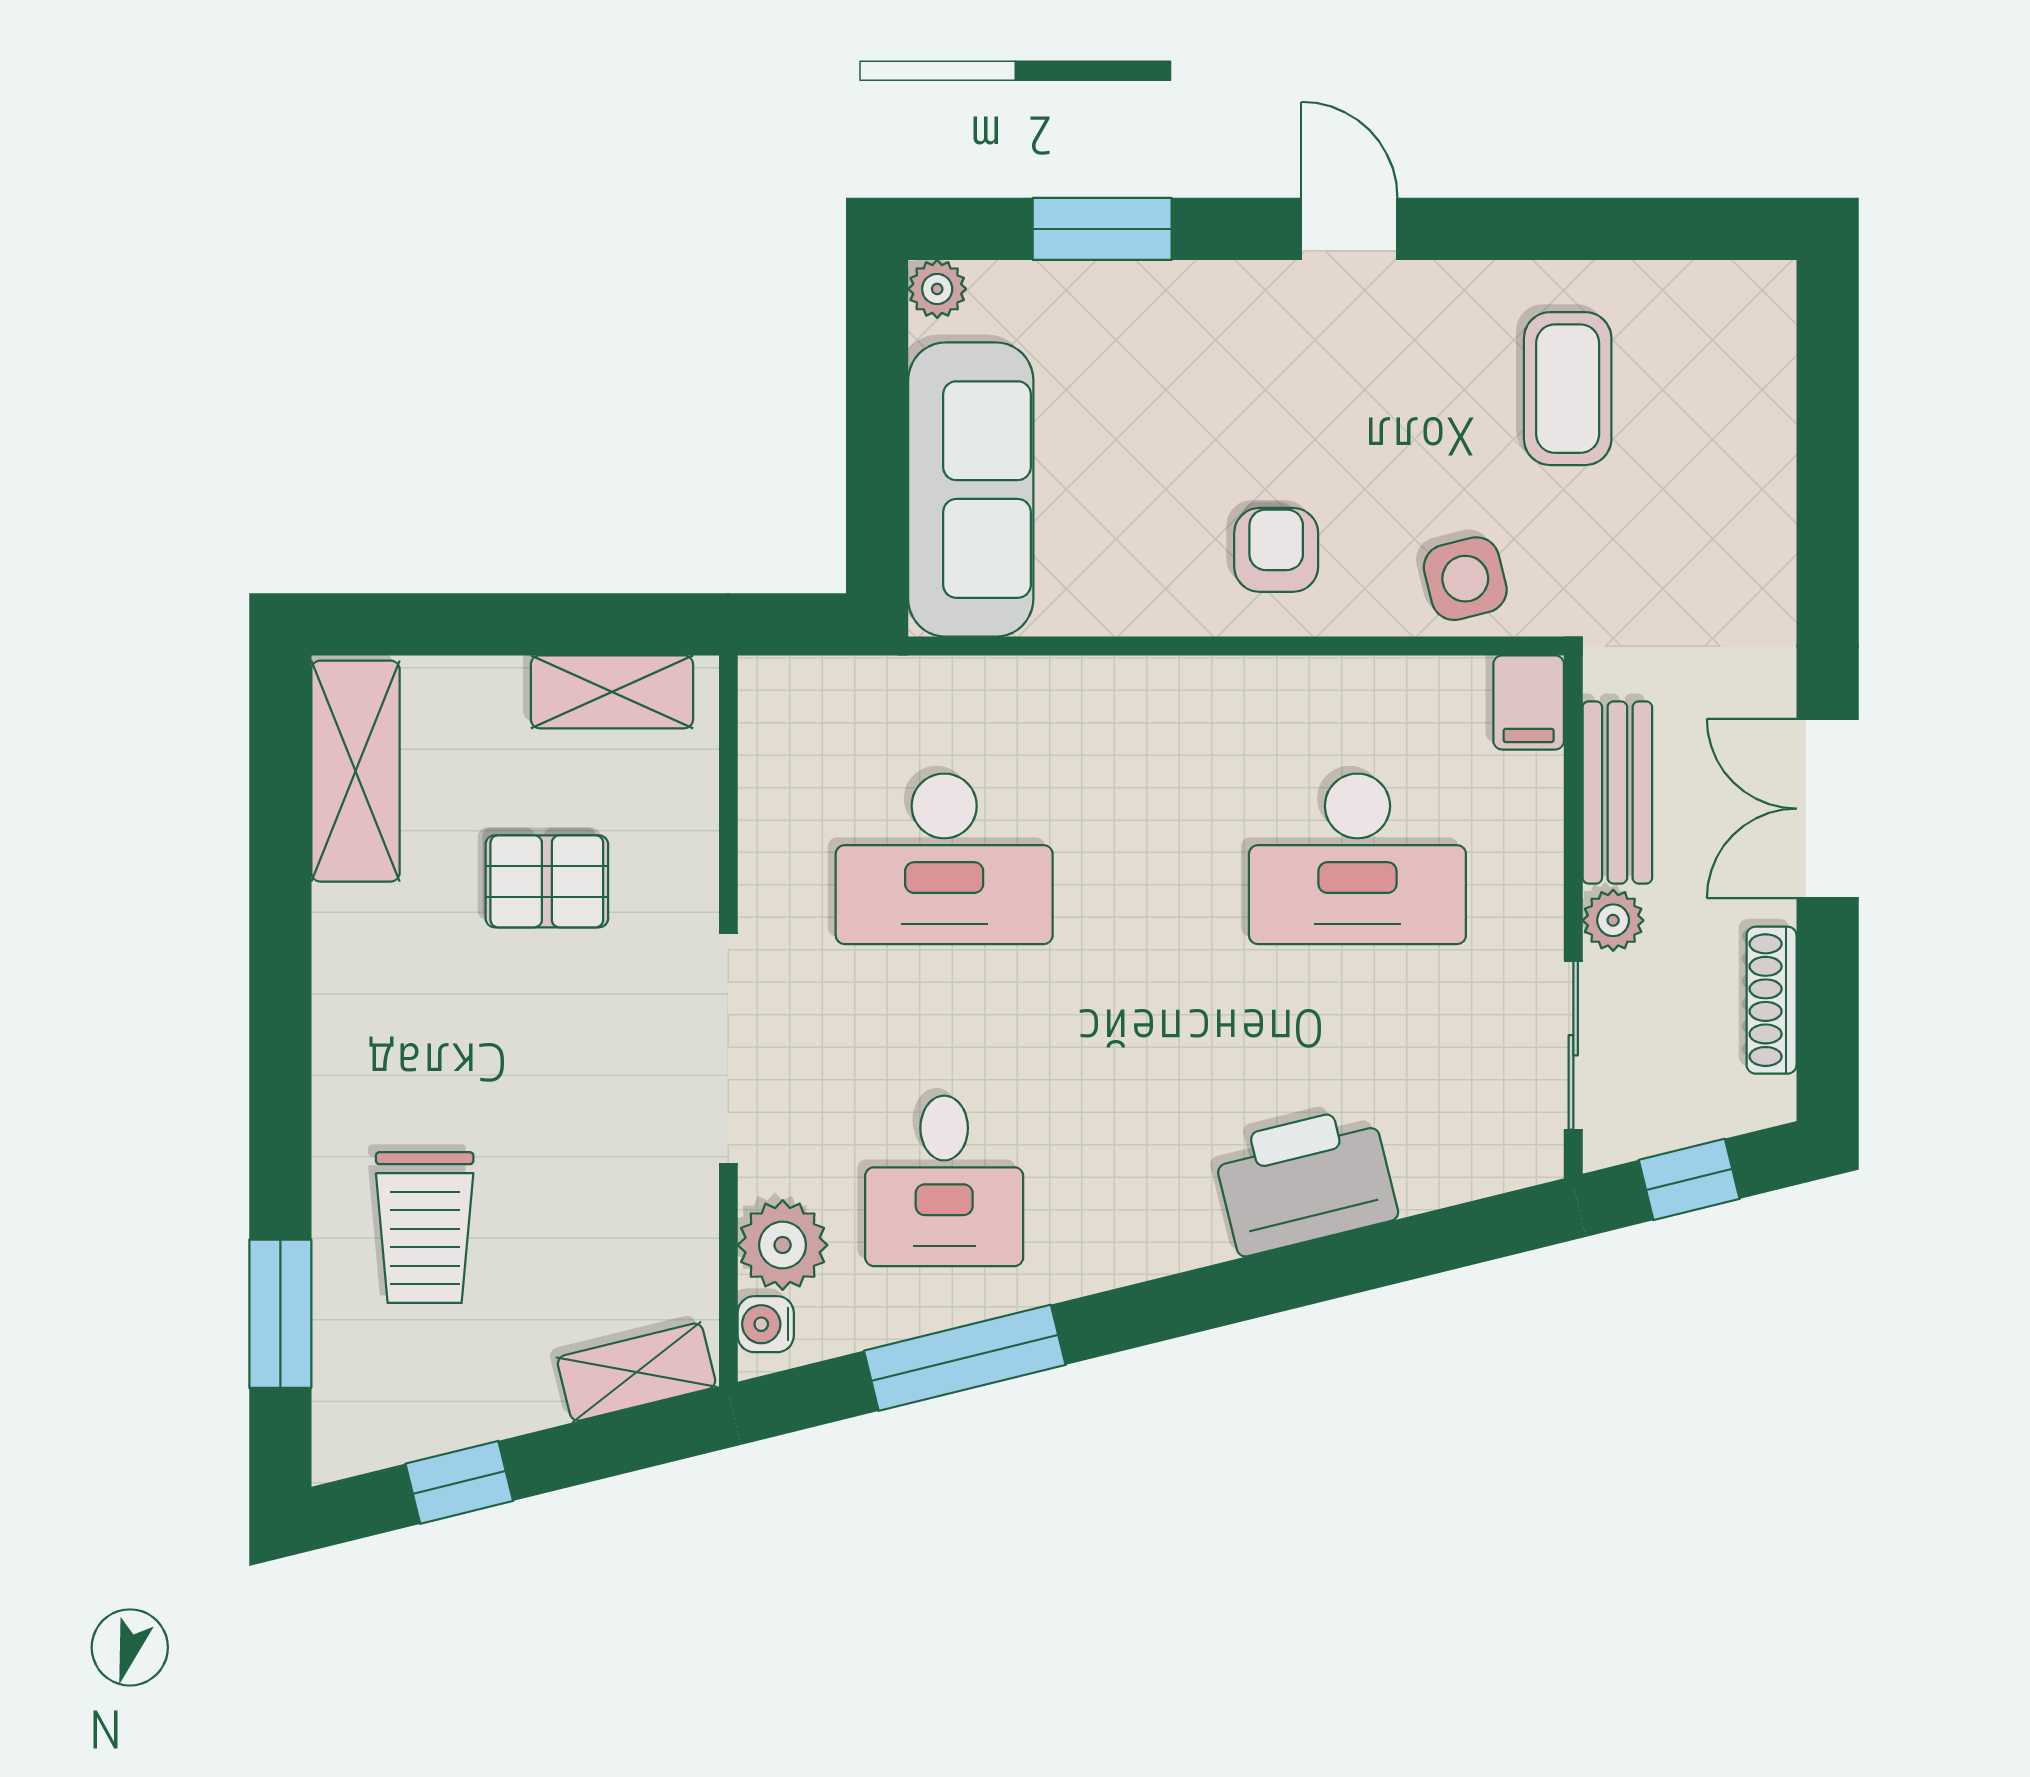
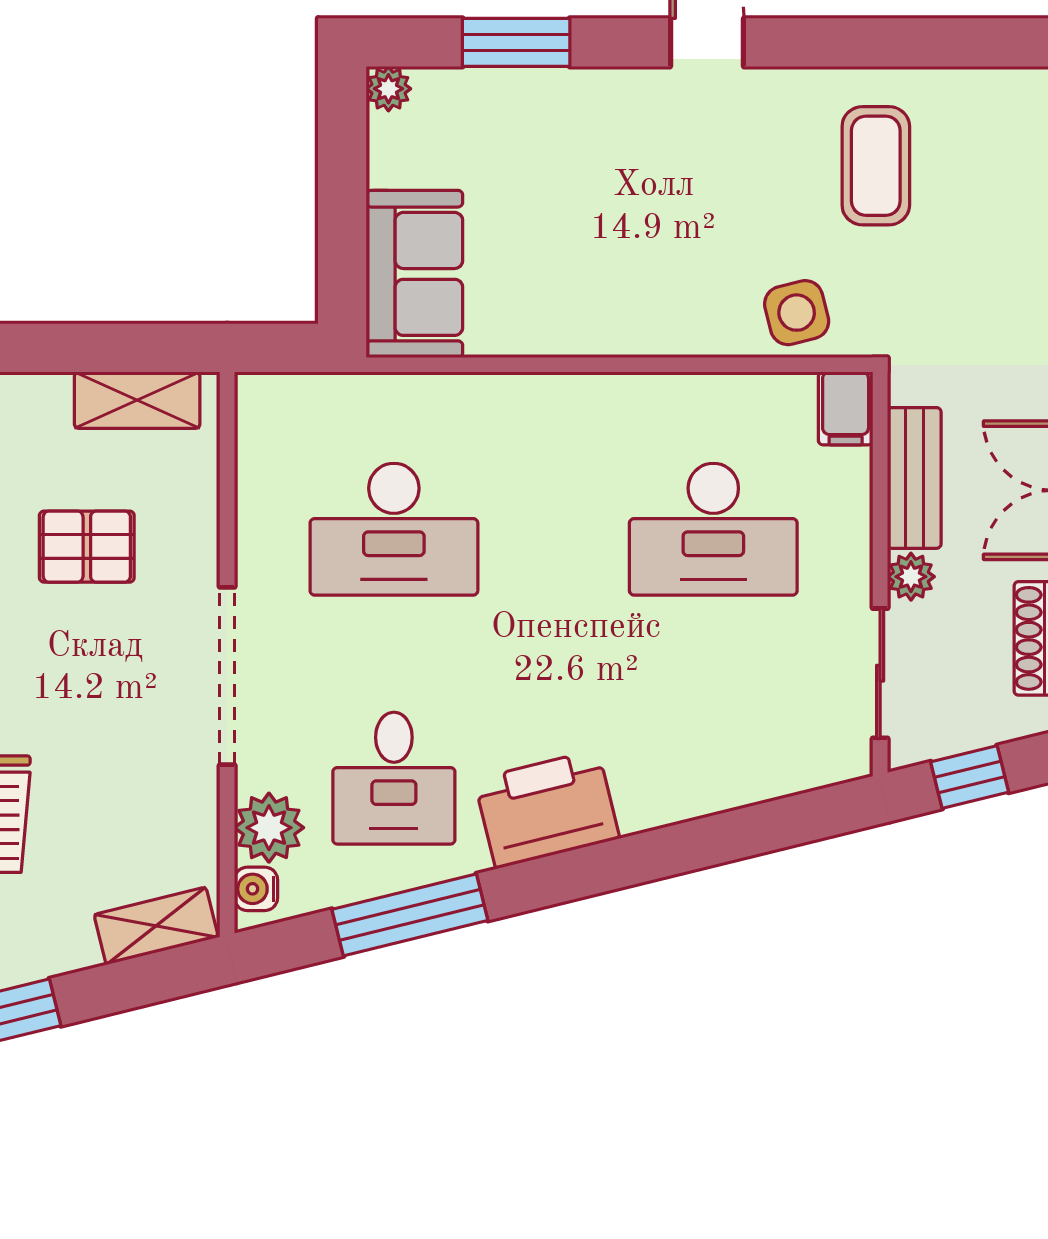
sofa: (971, 490) -> (414, 274), width x0.73
armchair: (1276, 550) -> (650, 290), removed
printer: (1305, 1181) -> (547, 809), moved

